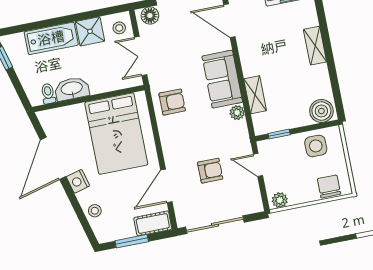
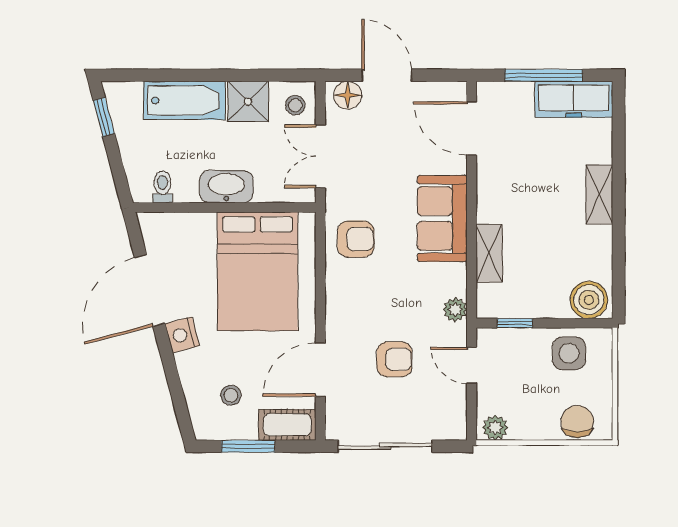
washbasin: (72, 89) -> (226, 187), moved
plant: (237, 113) -> (455, 310), moved
stool: (95, 211) -> (231, 395), moved

